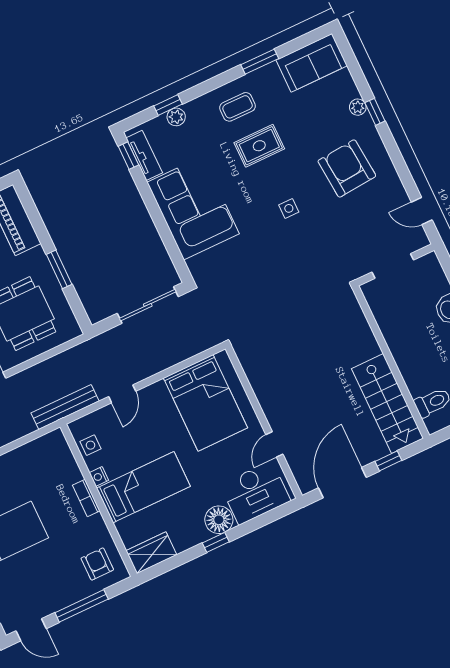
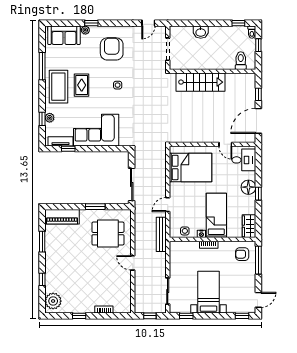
window: (260, 62) -> (42, 66), width x1.44
sofa: (312, 63) -> (64, 35), moved, turned 90
coffee table: (238, 107) -> (58, 87), width x1.86, depth x1.72
window: (128, 156) -> (68, 149), moved
armchair: (347, 168) -> (112, 49), turned 95
sliding door: (148, 305) -> (132, 185), moved
door: (122, 394) -> (168, 205), swing flipped
stairs: (387, 403) -> (201, 82), moved
door: (342, 483) -> (258, 121), hinge flipped
desk: (255, 493) -> (244, 160), width x0.73
window: (82, 606) -> (258, 260), moved

